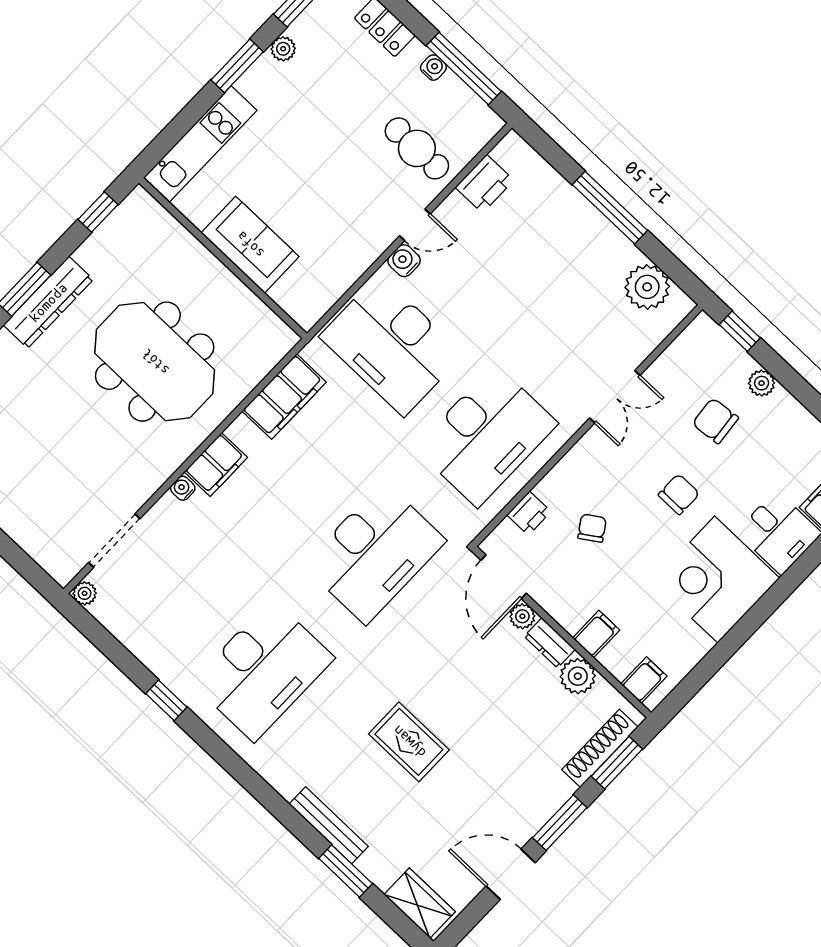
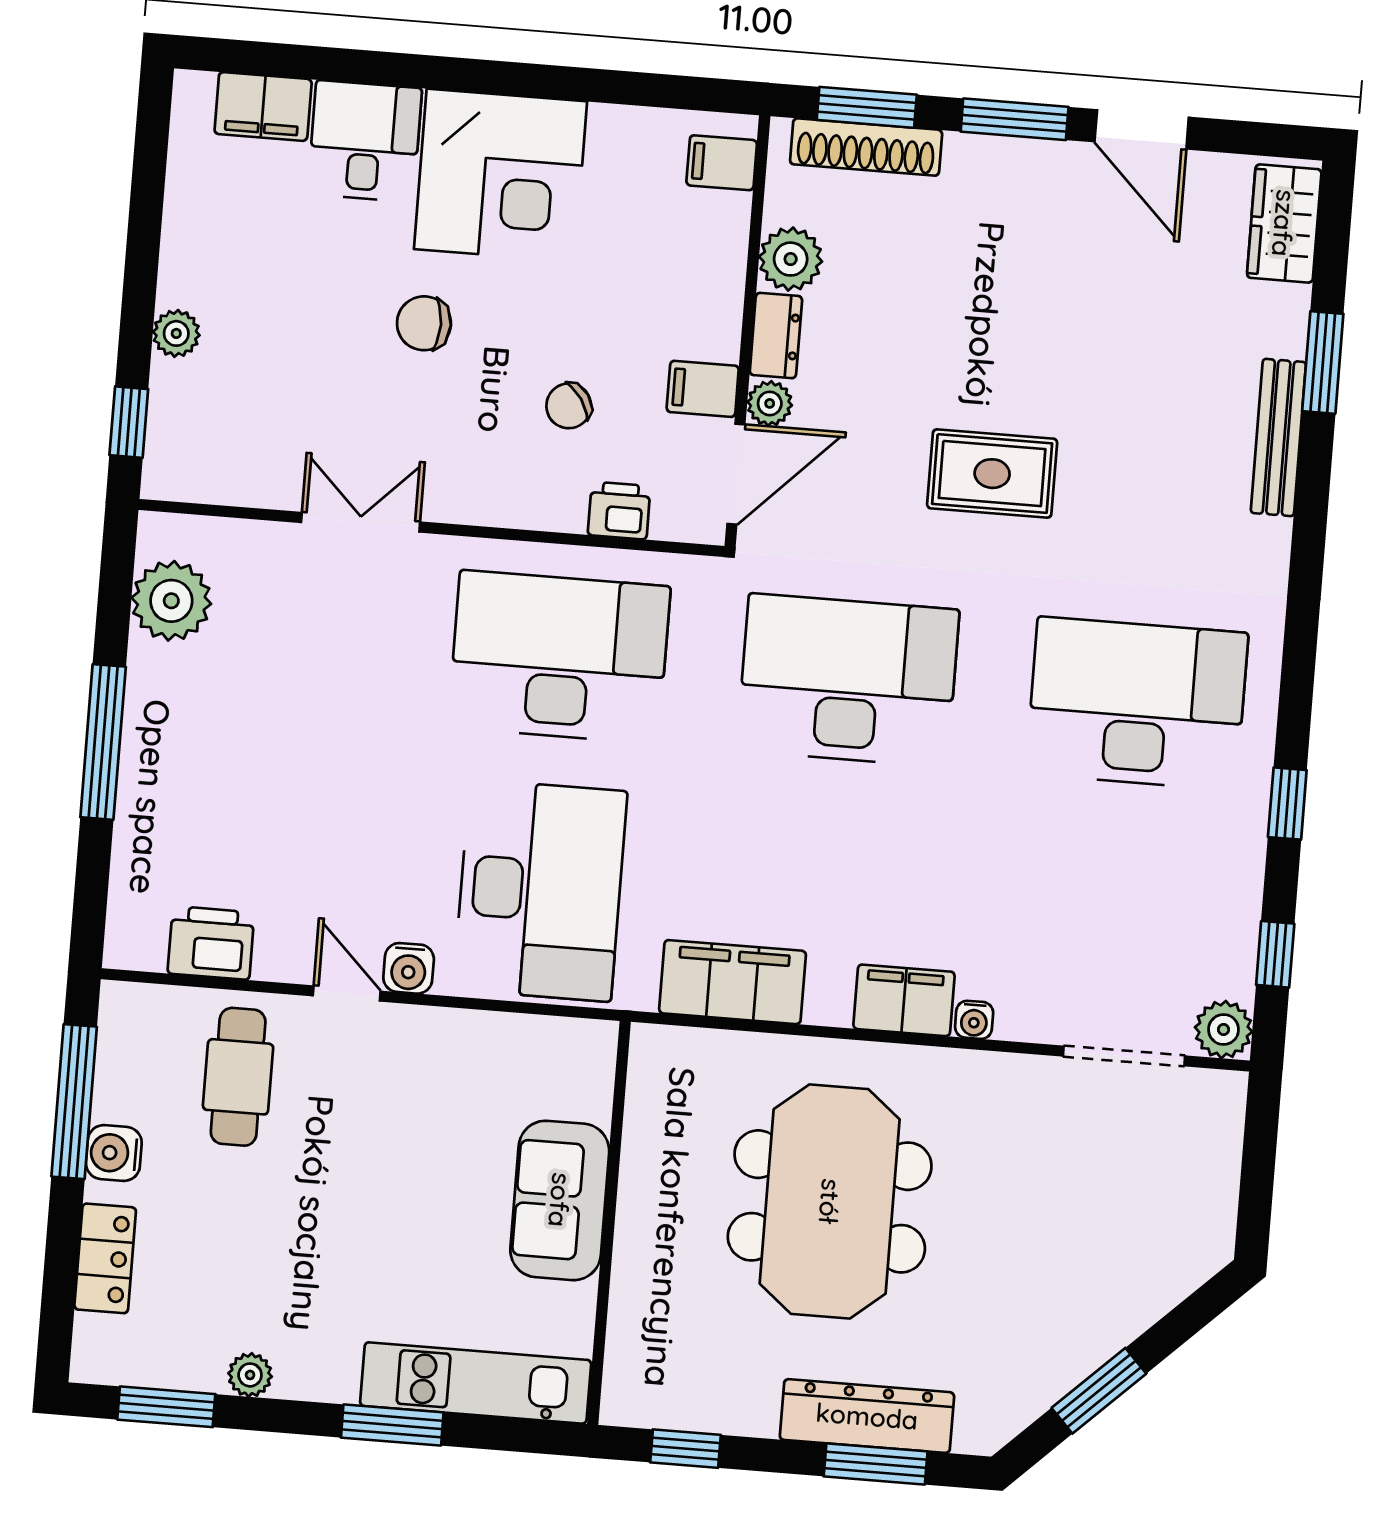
window: (237, 66) -> (392, 1425), moved
water cooler: (433, 68) -> (114, 1153), width x1.38, depth x1.38
chair: (715, 421) -> (281, 355), removed
plant: (85, 593) -> (1224, 1030), width x1.38, depth x1.38
filing cabinet: (596, 634) -> (703, 389), moved
window: (105, 642) -> (1275, 954), added
rug: (409, 742) -> (992, 474), moved, turned 90

